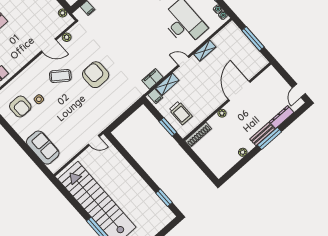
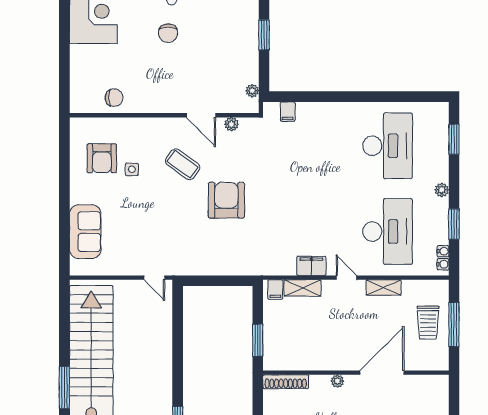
filing cabinet: (152, 79) -> (311, 266), moved
trolley: (181, 113) -> (428, 323), moved

